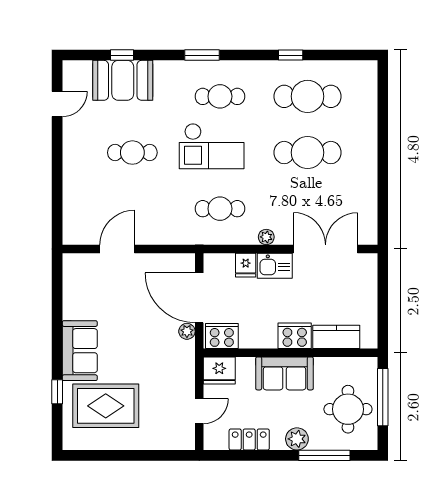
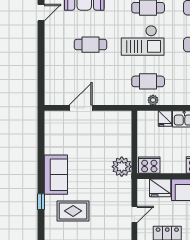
plant: (266, 237) -> (153, 100), moved
door: (199, 298) -> (134, 140), removed
plant: (187, 331) -> (122, 167), width x1.88, depth x1.88
fridge: (219, 370) -> (160, 188), moved
rug: (106, 406) -> (73, 211), width x0.73, depth x0.70

